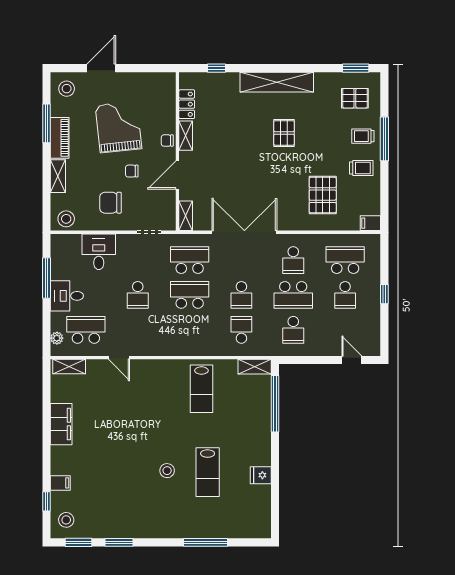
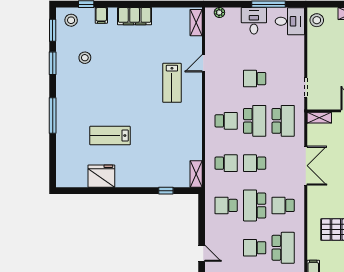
chair: (111, 203) -> (330, 56), removed
double door: (244, 232) -> (306, 166), width x0.73
desk: (99, 252) -> (290, 21), moved
school desk: (86, 330) -> (226, 121), moved, width x0.54
door: (352, 360) -> (202, 253), hinge flipped
lab bench: (201, 389) -> (172, 83), moved, turned -90
window: (275, 404) -> (166, 191), width x0.32
filing cabinet: (61, 424) -> (135, 16), moved
stool: (167, 471) -> (85, 58), moved
fridge: (261, 475) -> (101, 176), width x1.88, depth x1.34
window: (205, 542) -> (53, 115), moved

